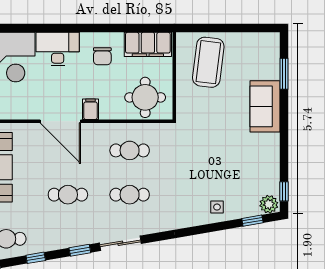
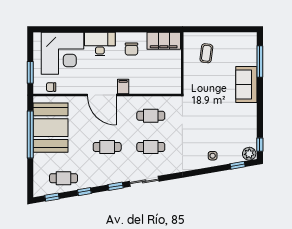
coffee table: (208, 62) -> (206, 53), width x0.54, depth x0.58
window: (284, 74) -> (260, 62), width x1.44
round table: (145, 97) -> (162, 78), removed

